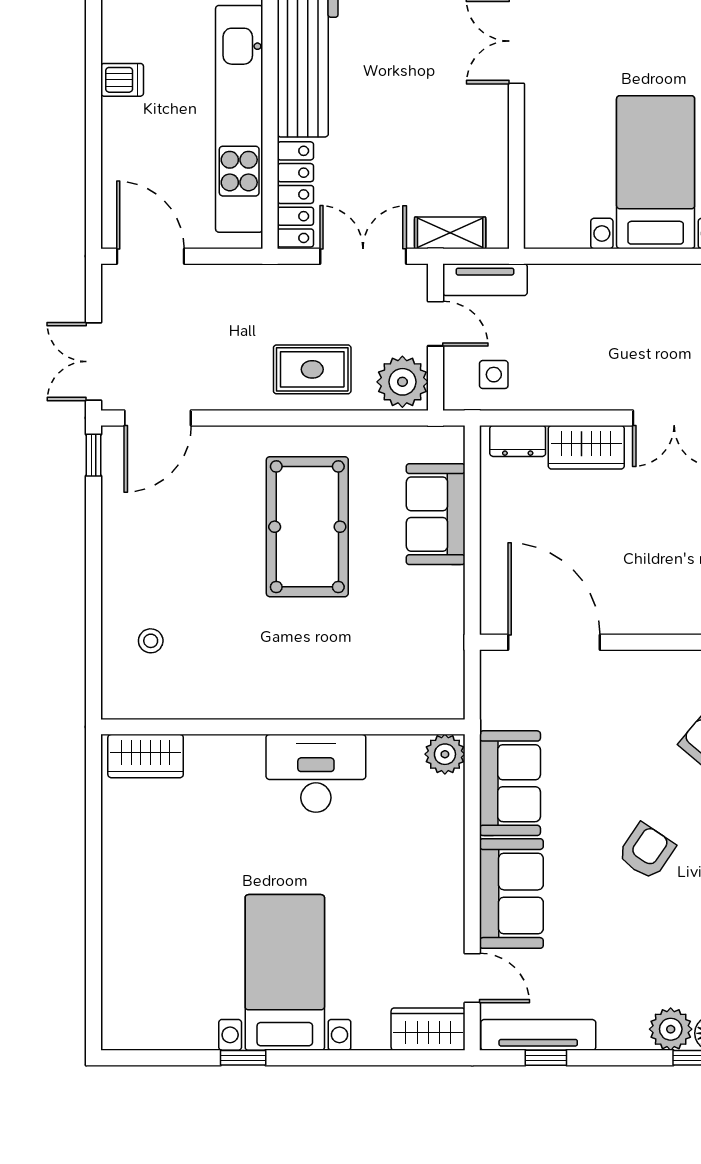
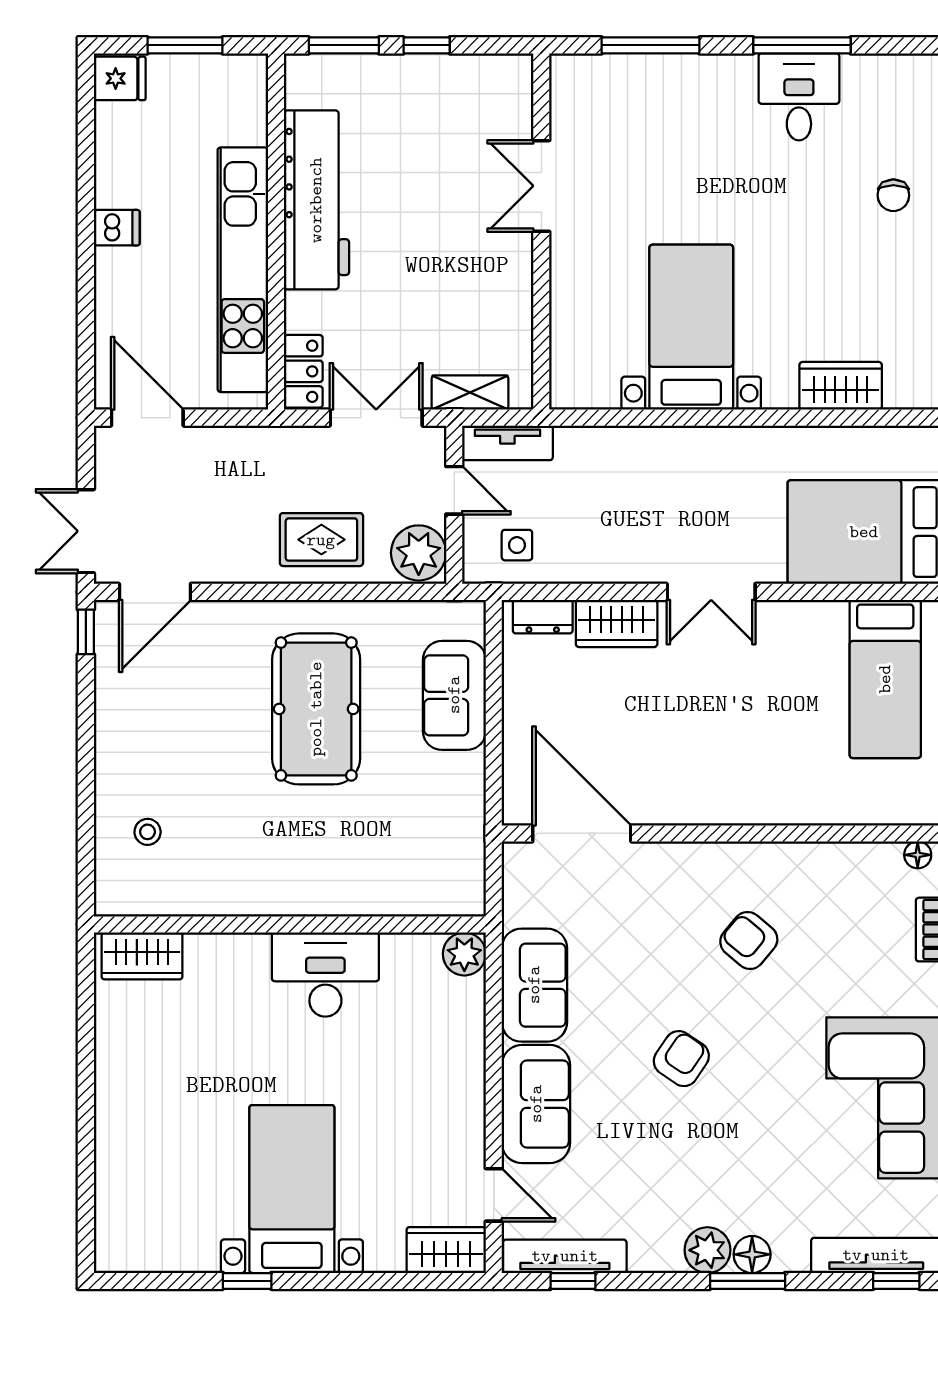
locker: (295, 194) -> (303, 371), width x0.66

